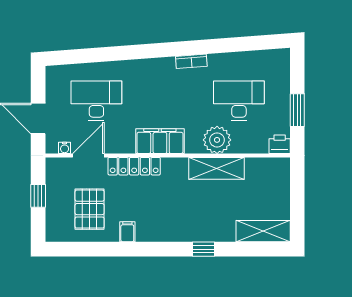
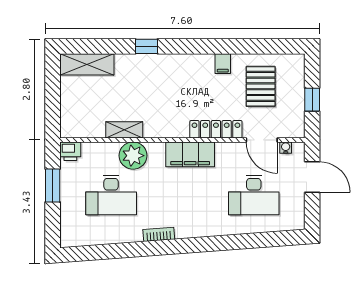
door: (88, 156) -> (262, 140), hinge flipped
shelving: (217, 168) -> (124, 130), width x0.67, depth x0.75

